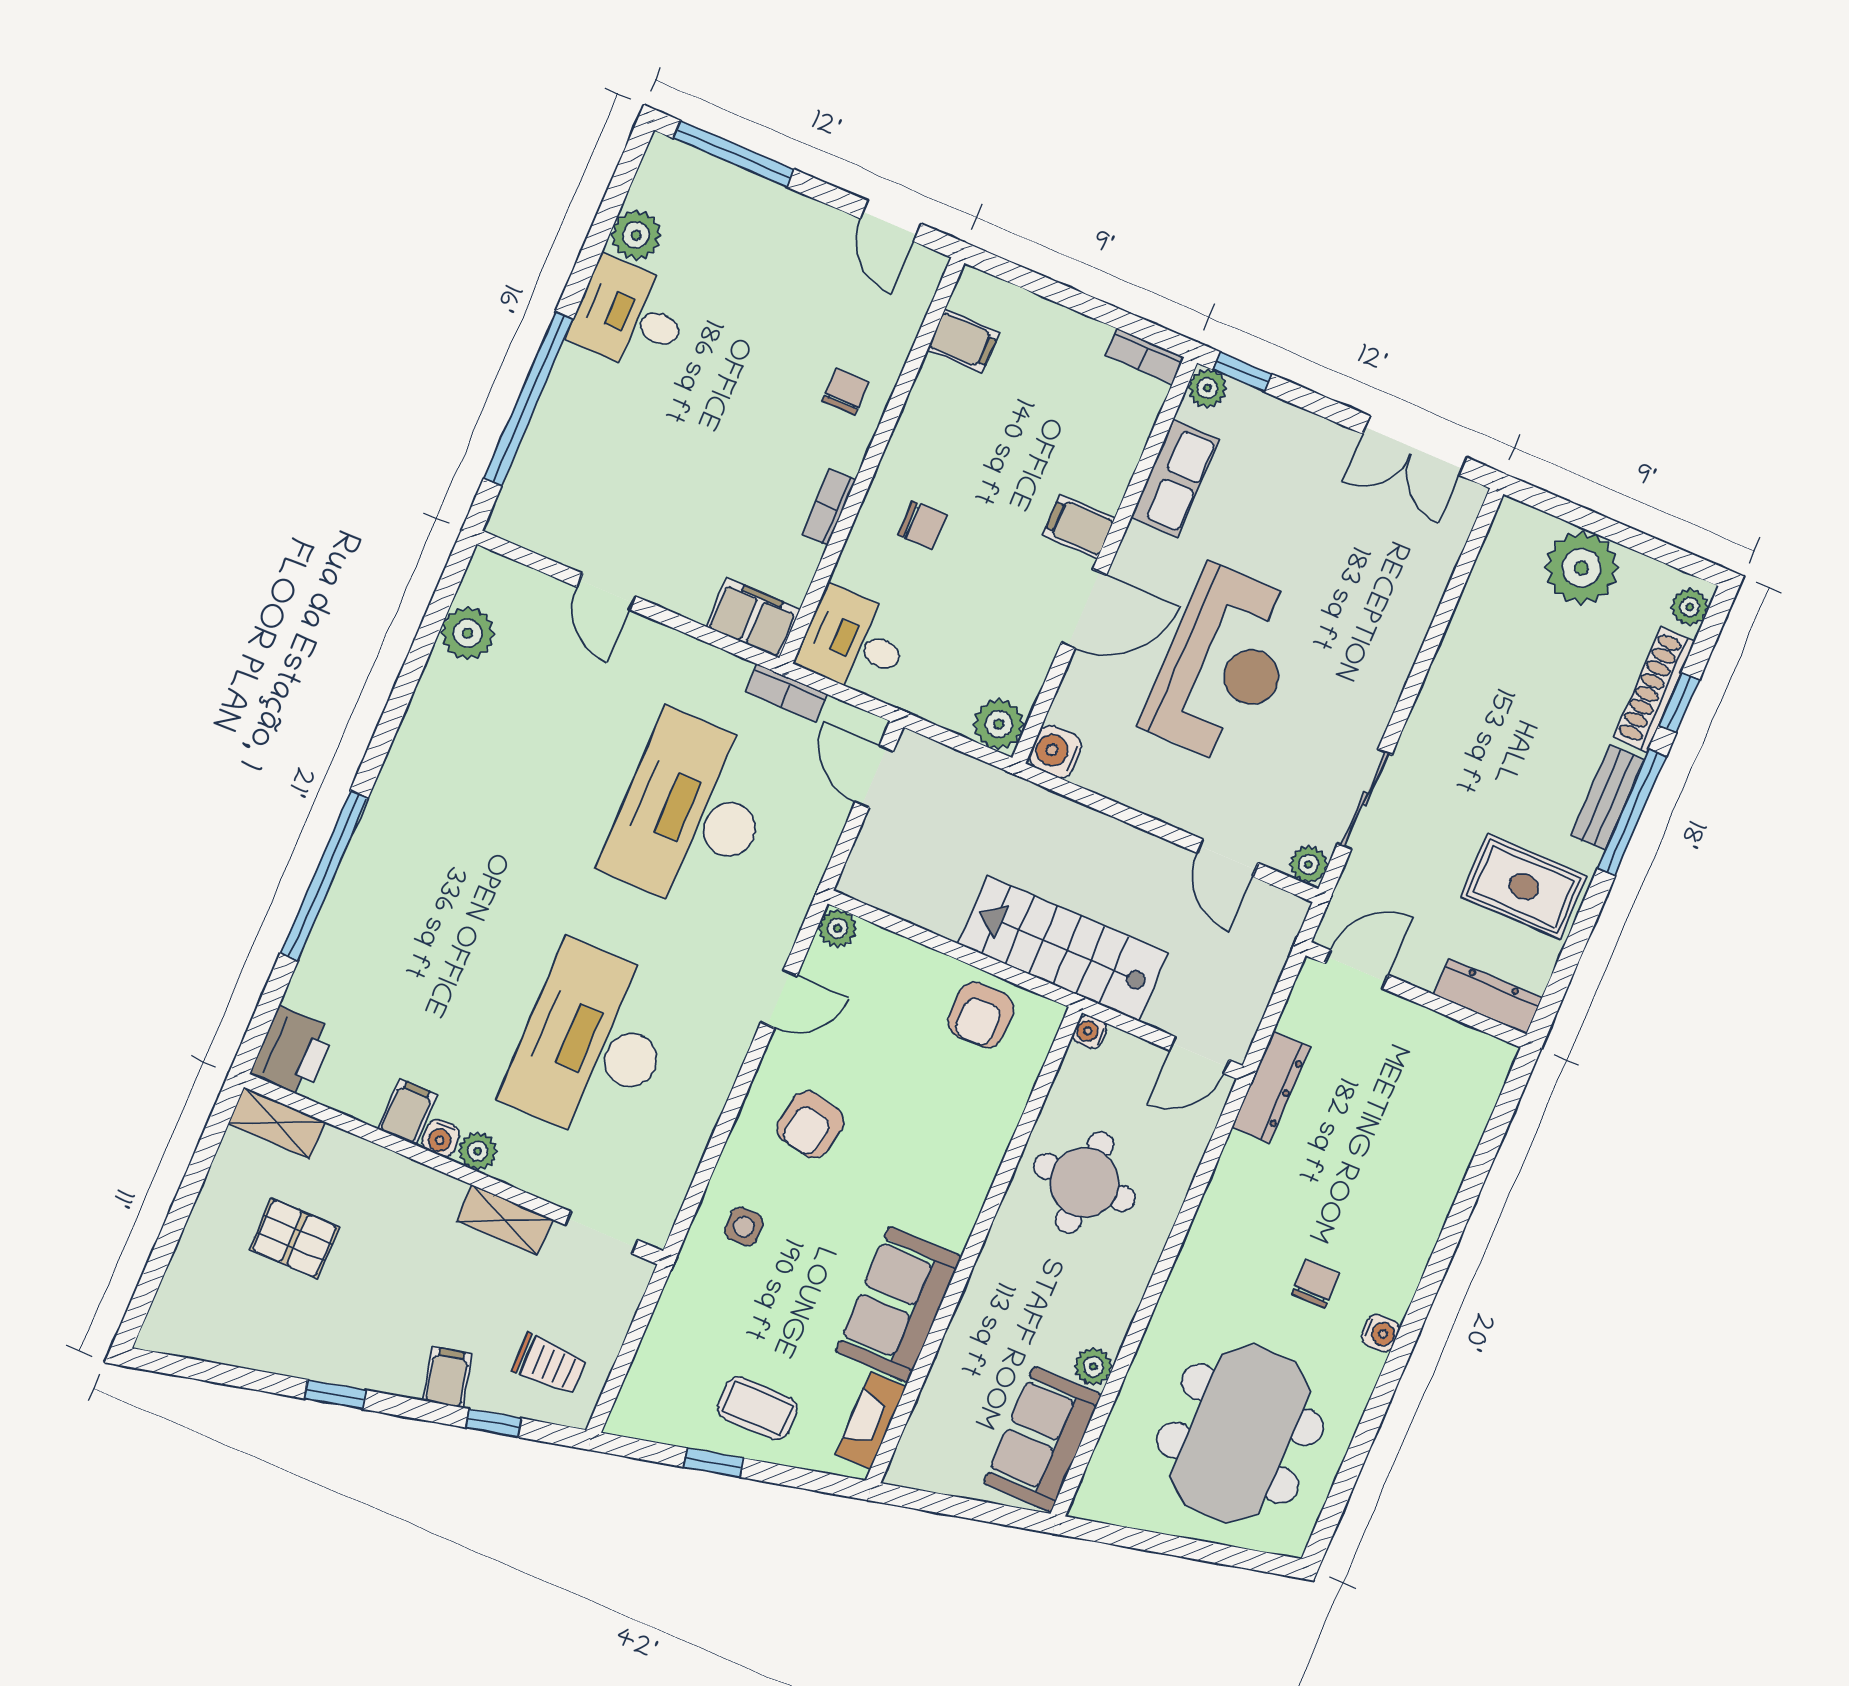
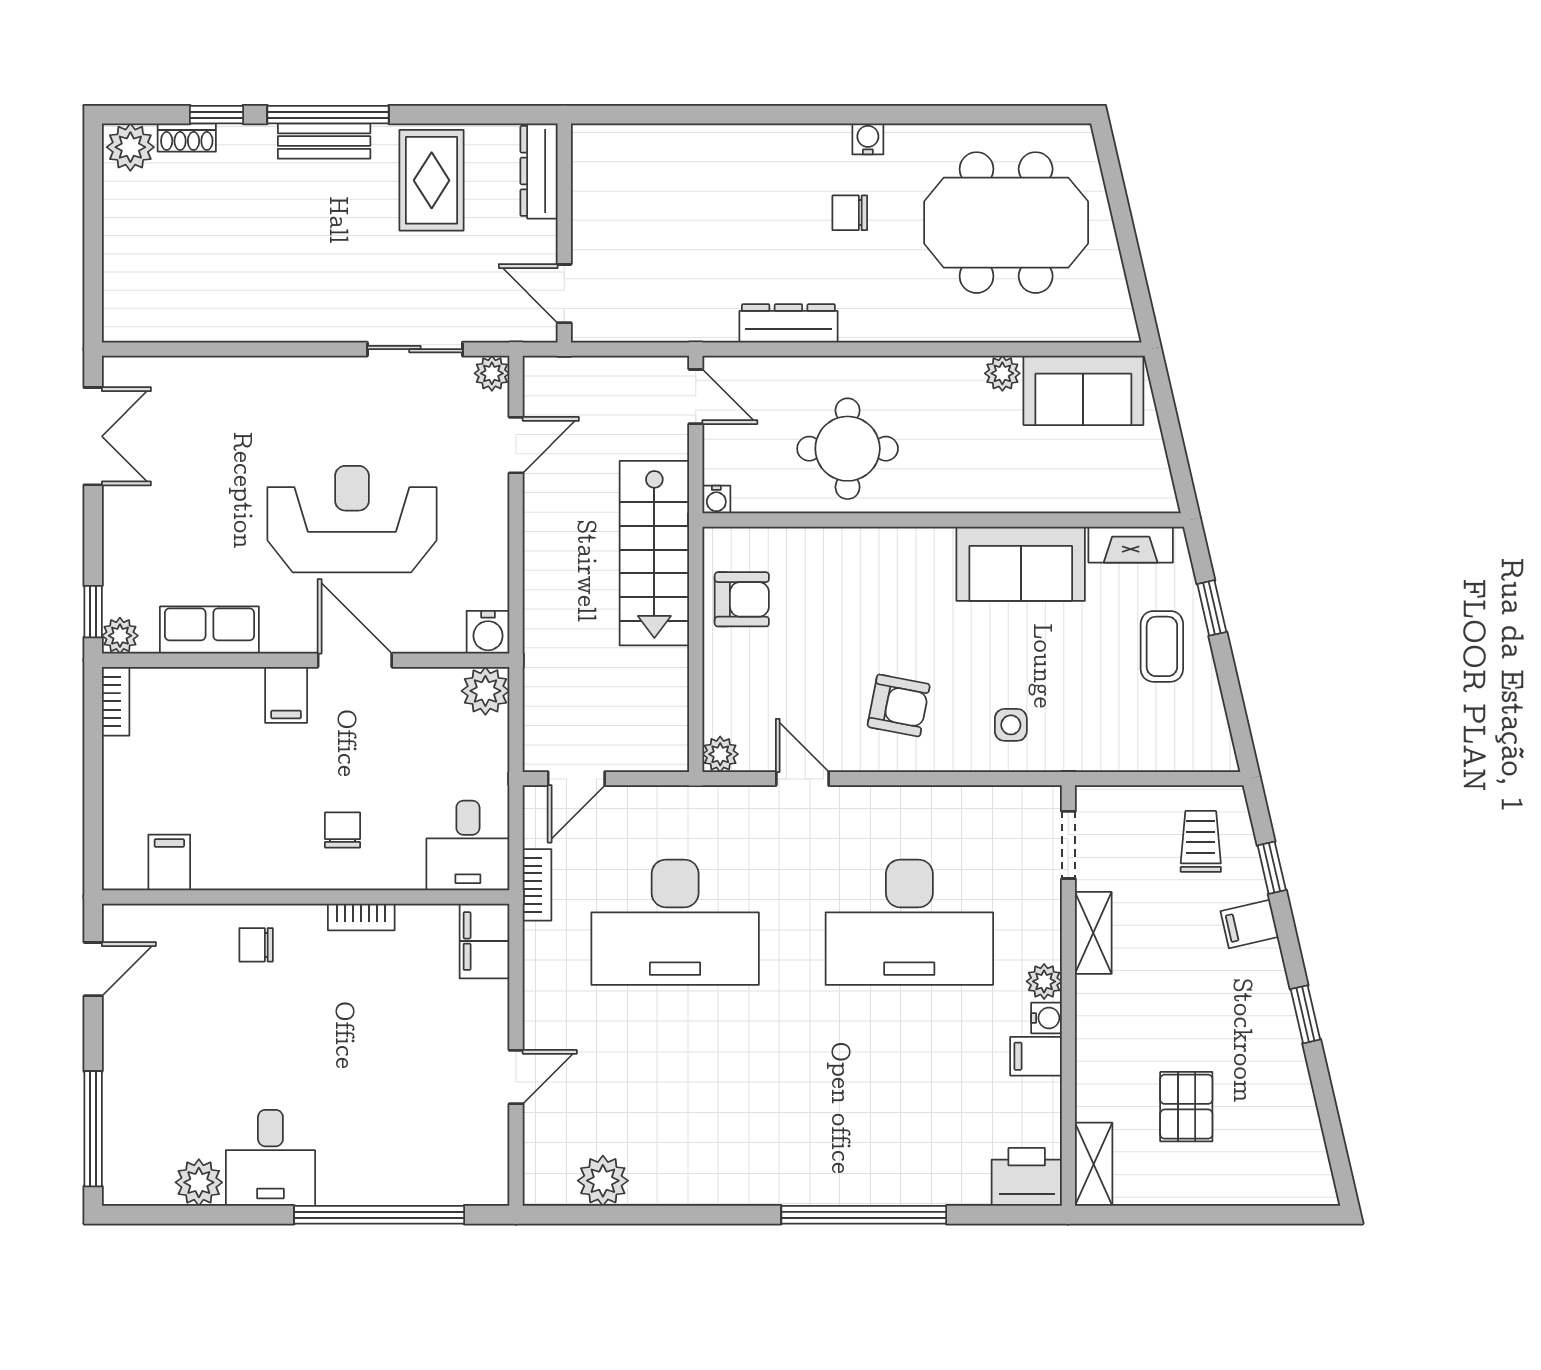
plant: (1582, 568) -> (137, 248), removed
plant: (1690, 607) -> (130, 147), width x1.38, depth x1.38
shoe rack: (1654, 689) -> (187, 138), width x0.51, depth x0.81
dresser: (1271, 1087) -> (788, 323), moved
window: (714, 1463) -> (1212, 608), moved

